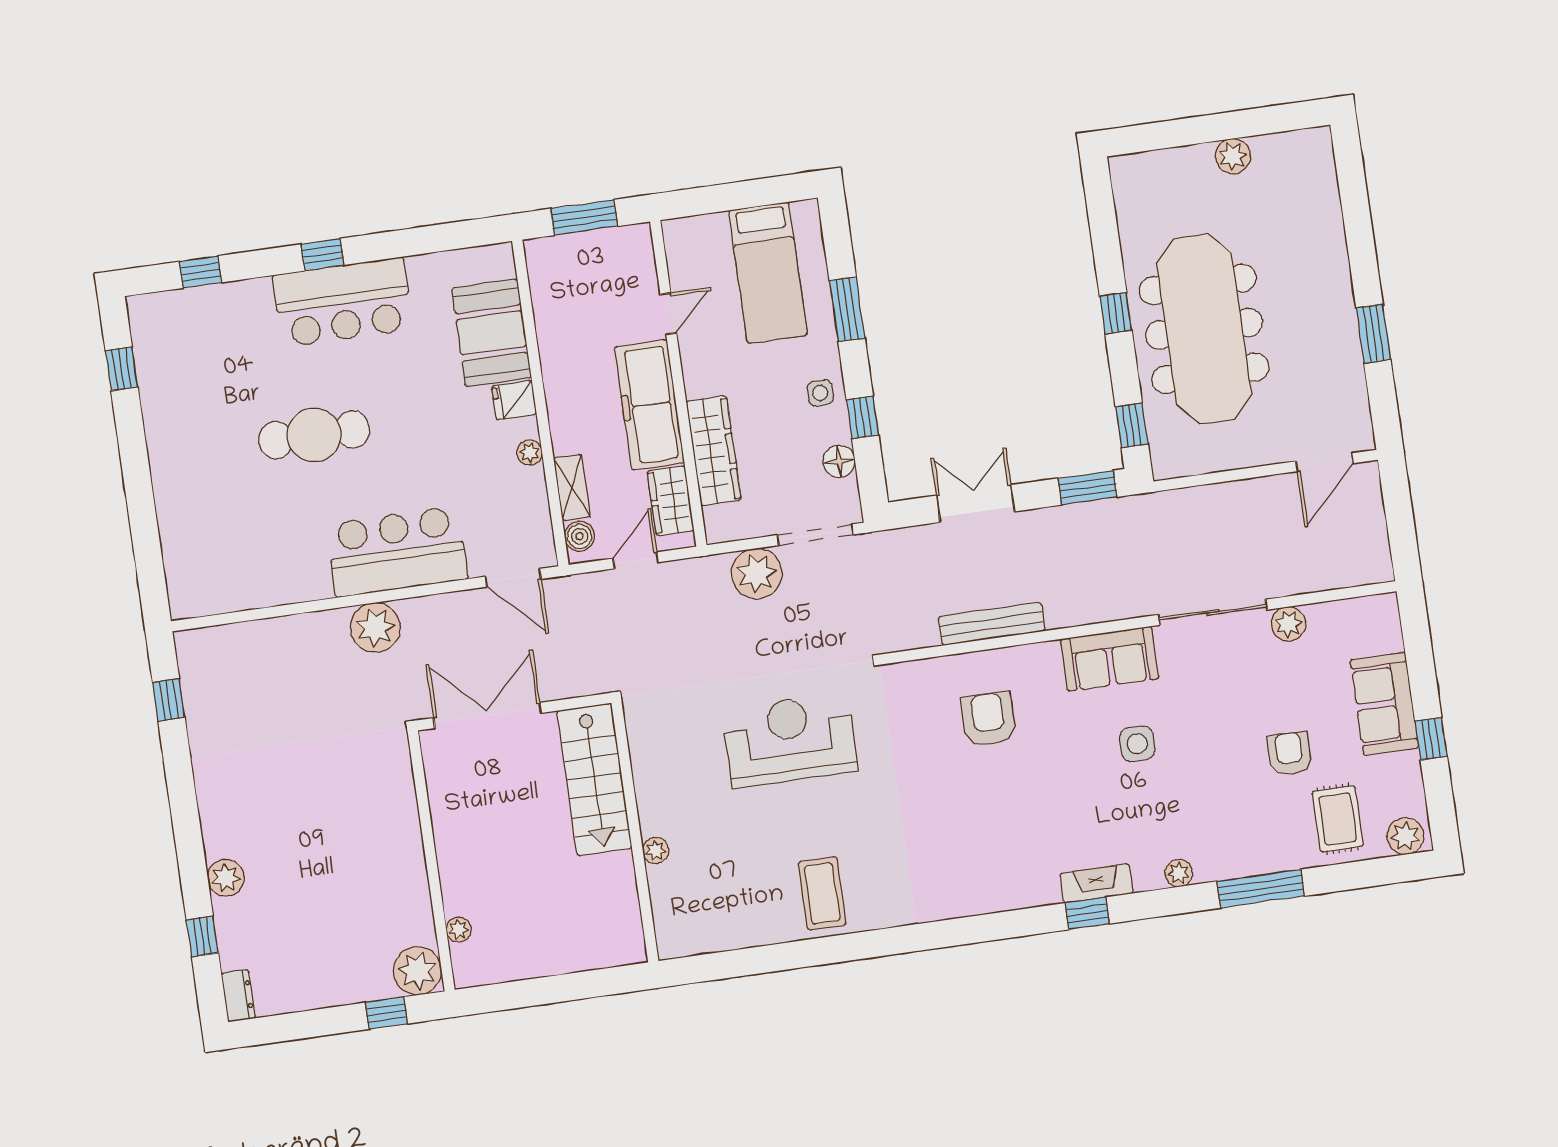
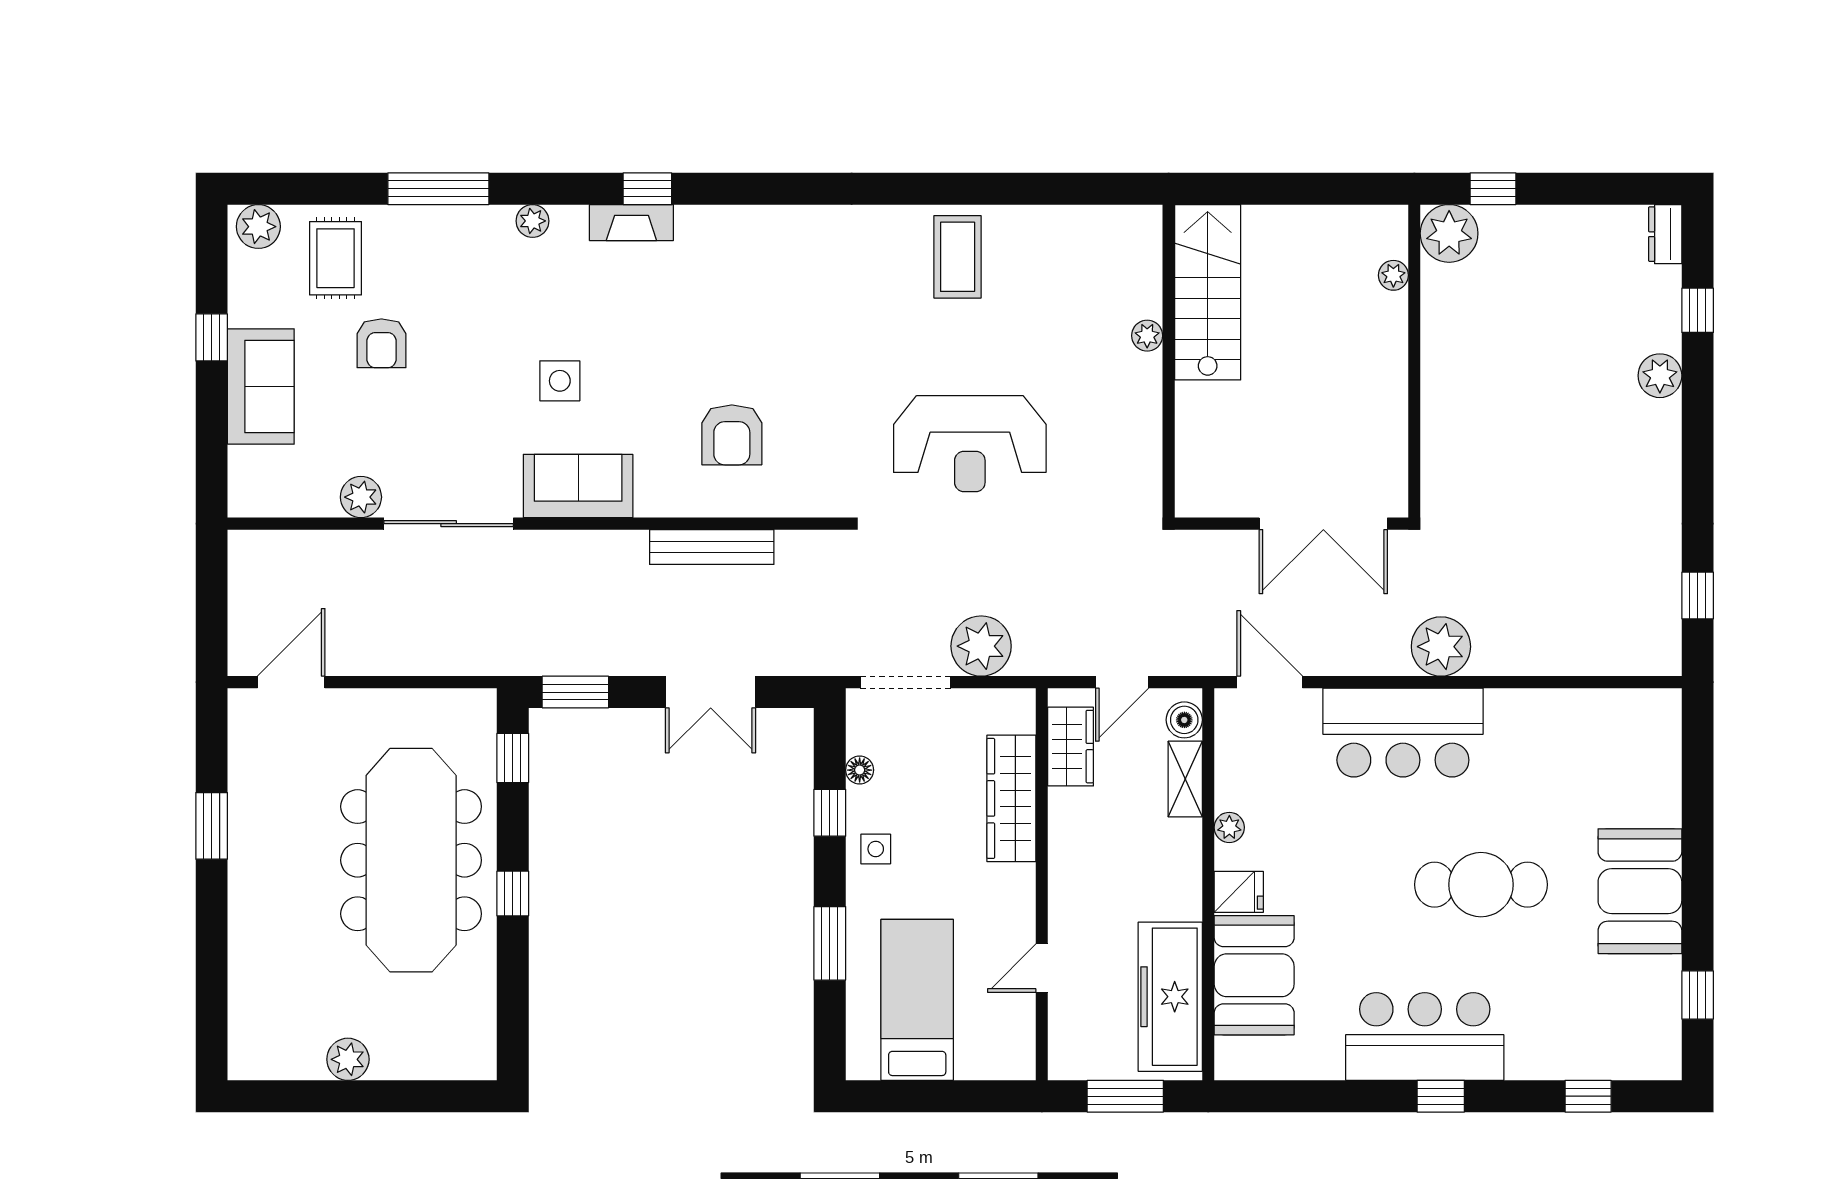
freezer: (649, 405) -> (1170, 997), moved, turned 180
booth: (182, 448) -> (1640, 891), added
floor lamp: (839, 461) -> (860, 770), width x0.73, depth x0.73
stairs: (594, 779) -> (1208, 292), moved

